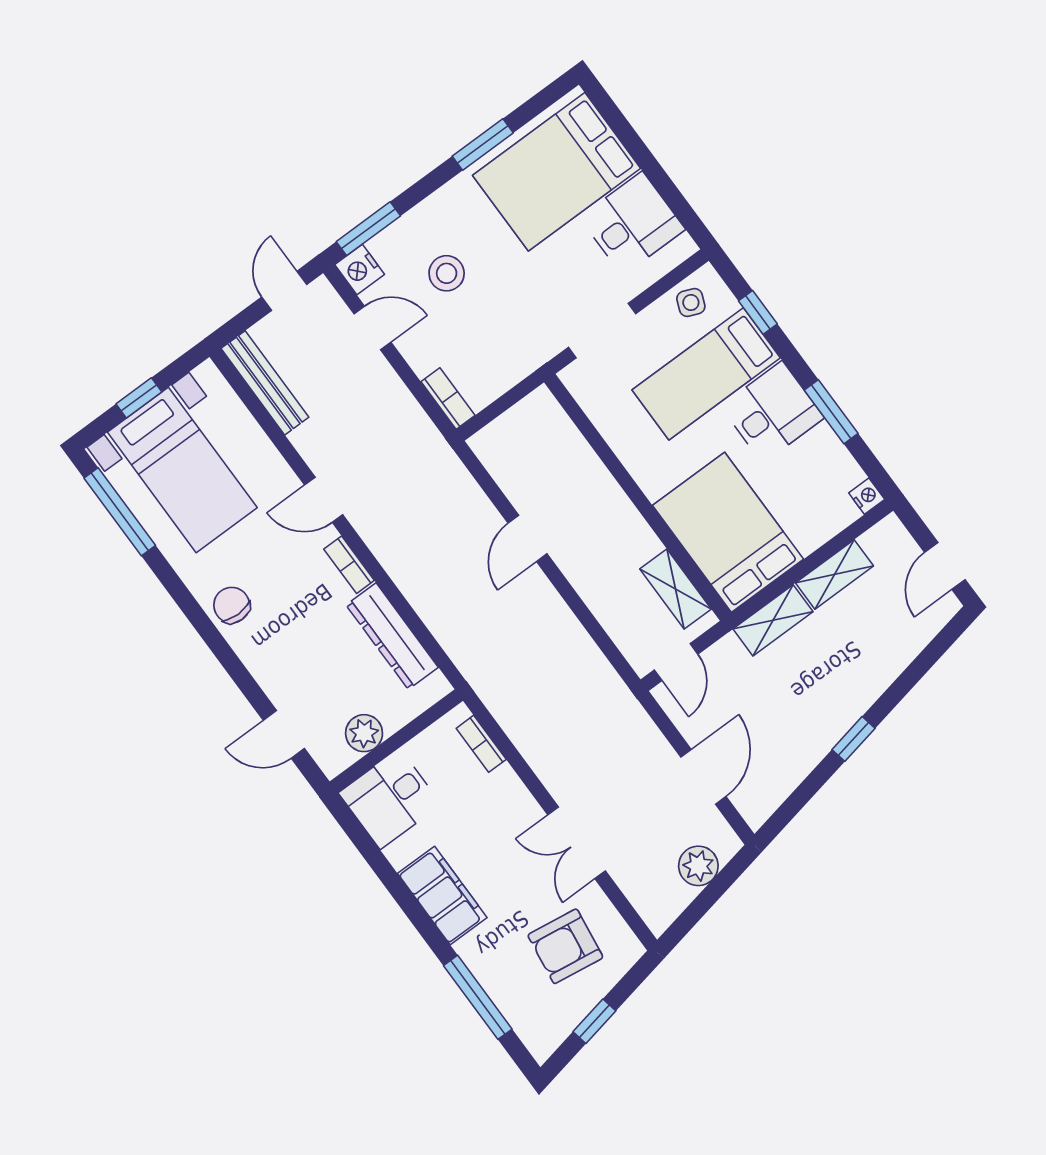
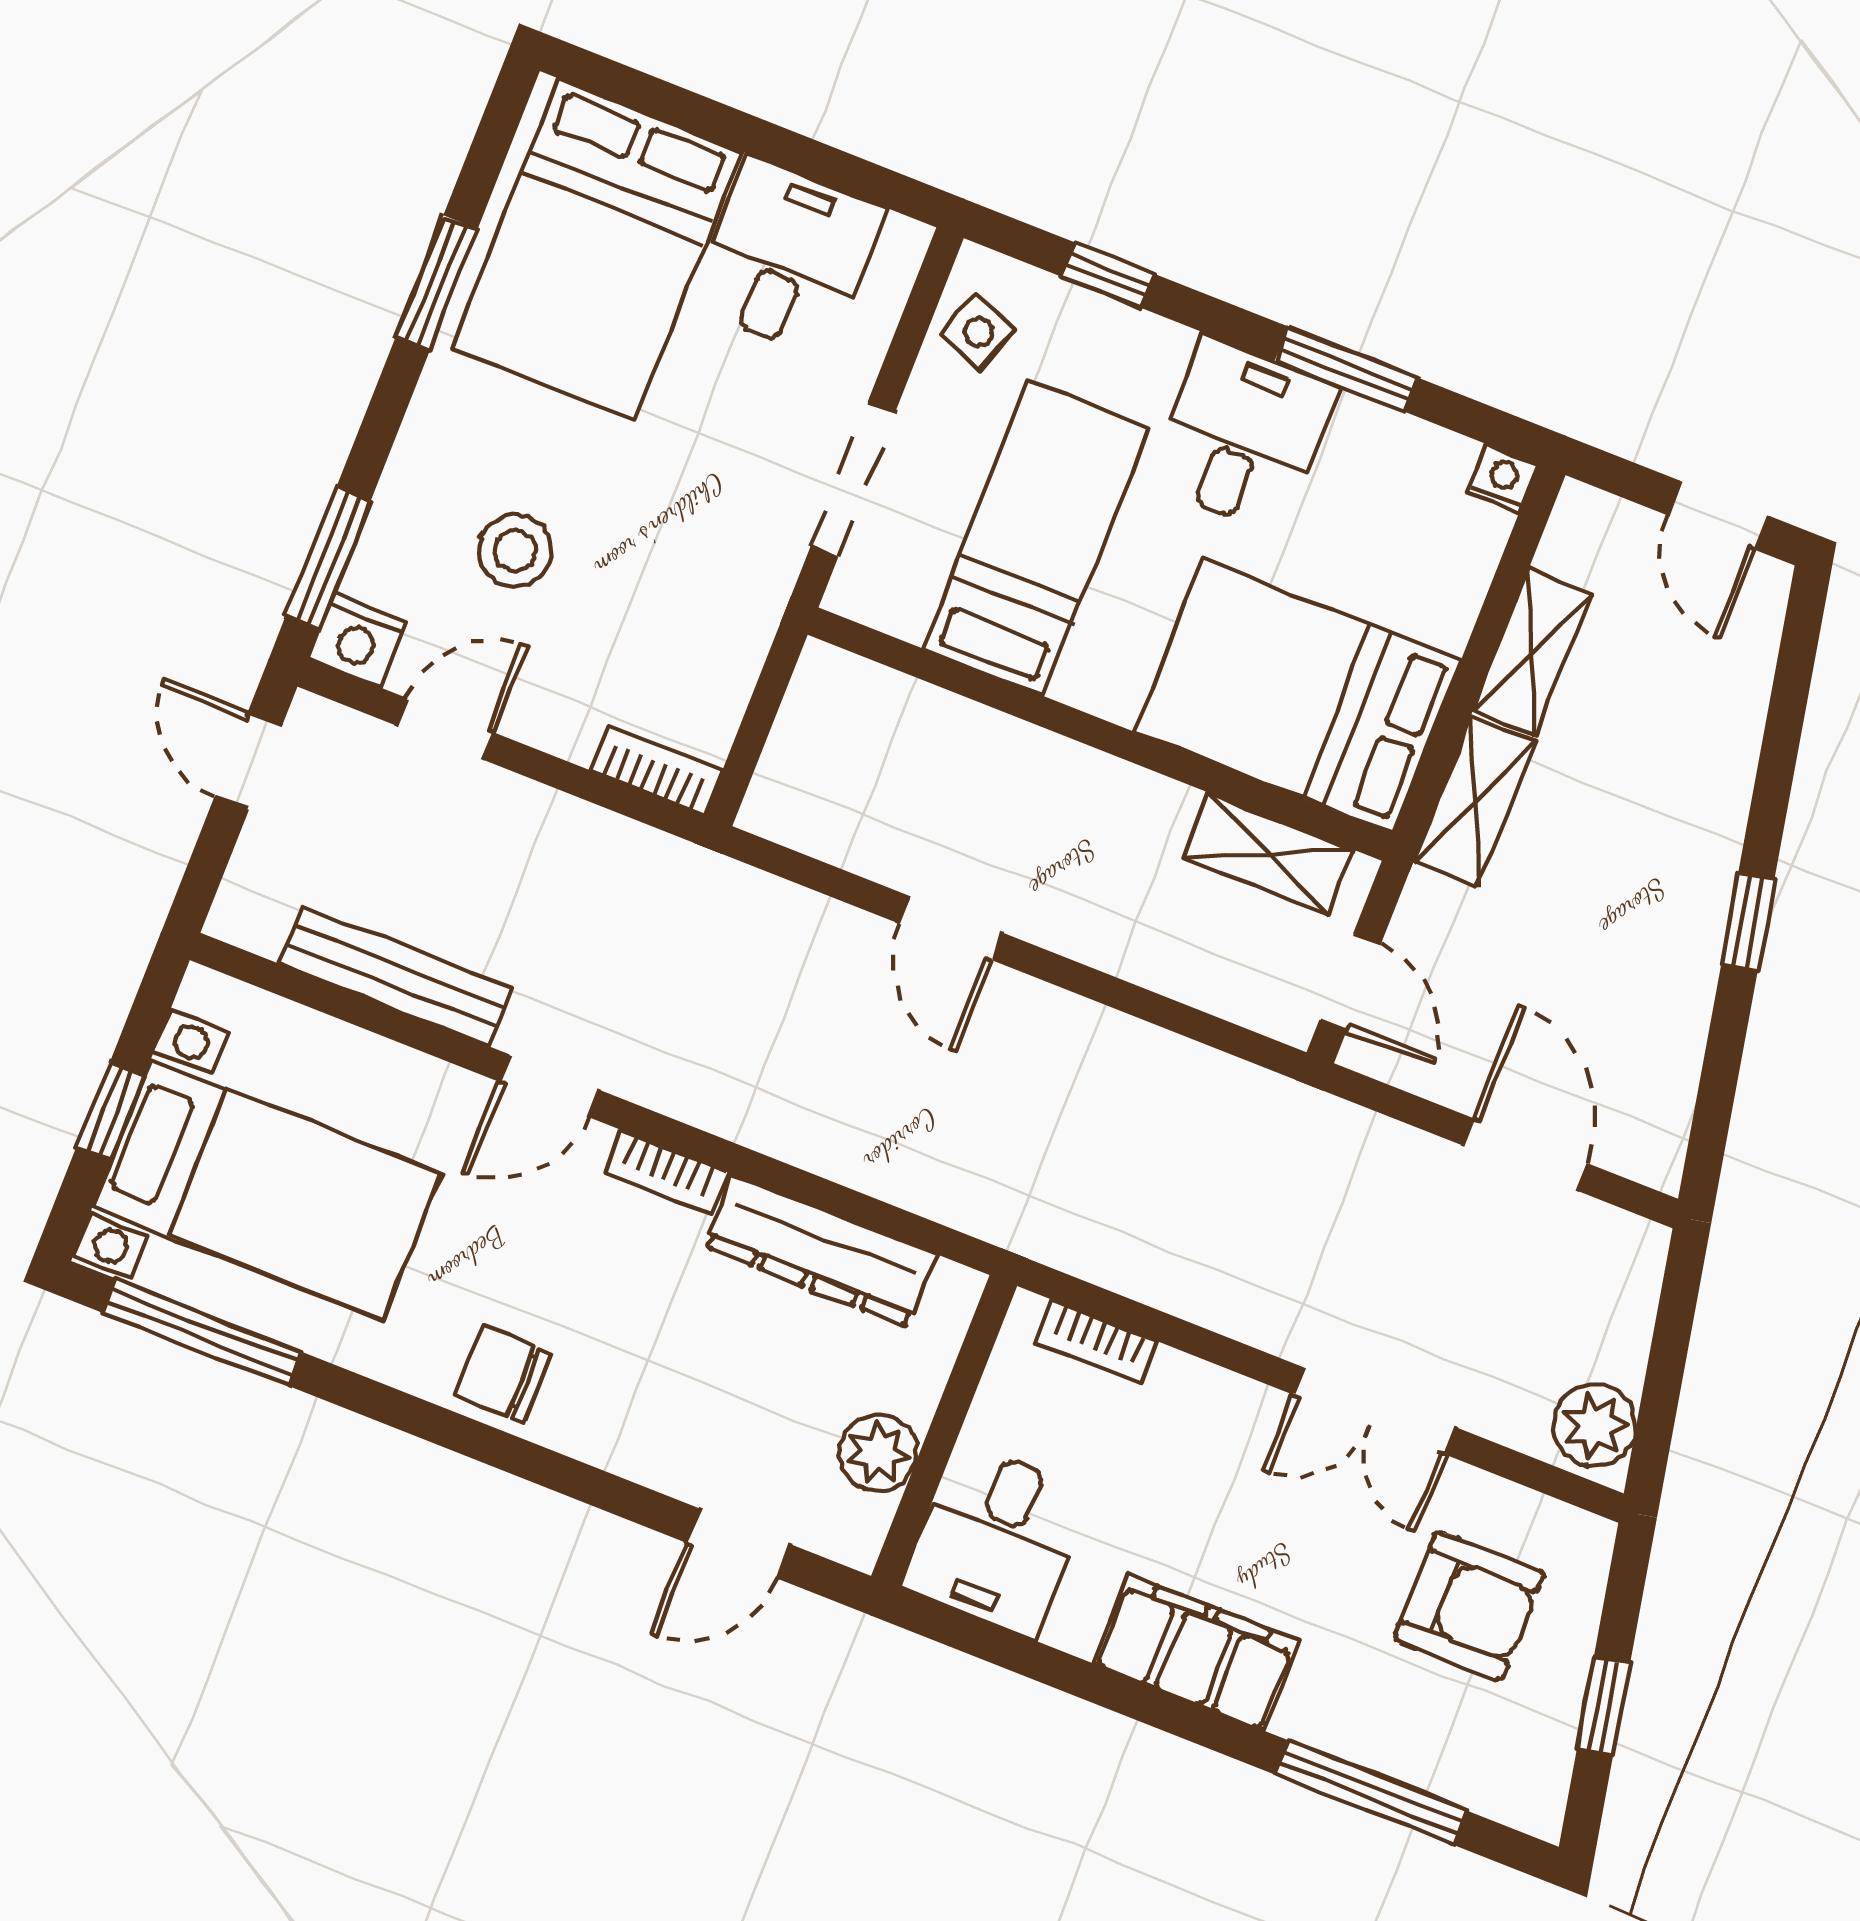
bed: (706, 374) -> (1036, 538), moved, turned 180
bench: (265, 383) -> (396, 976), moved
plant: (698, 866) -> (1595, 1426), moved
armchair: (565, 946) -> (1469, 1606), turned -98

